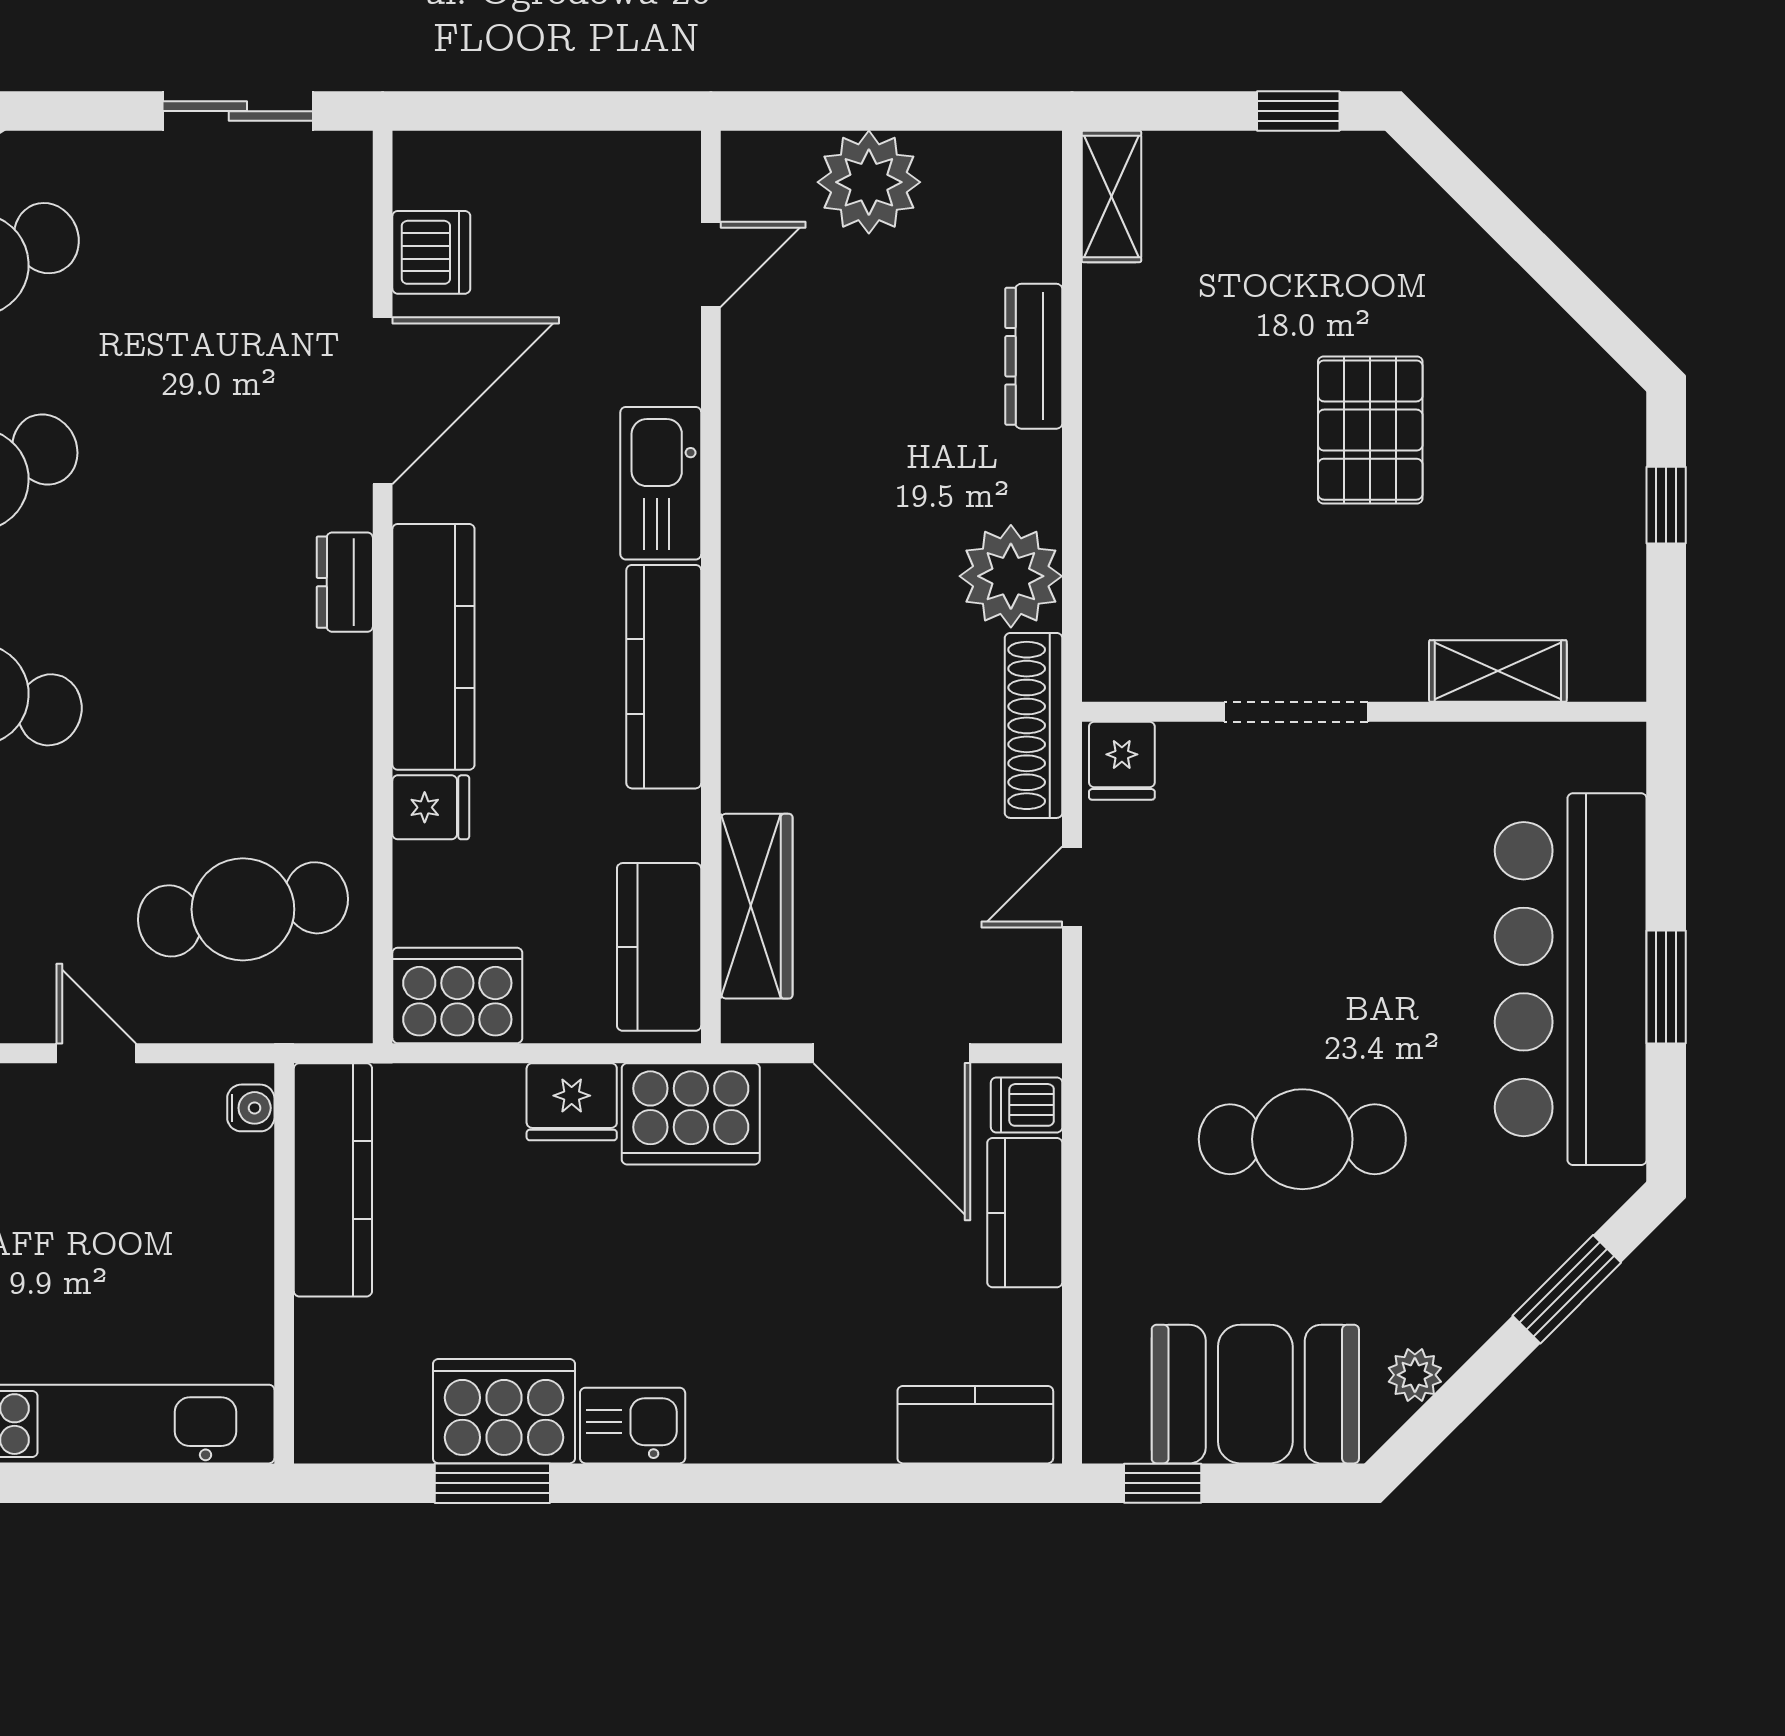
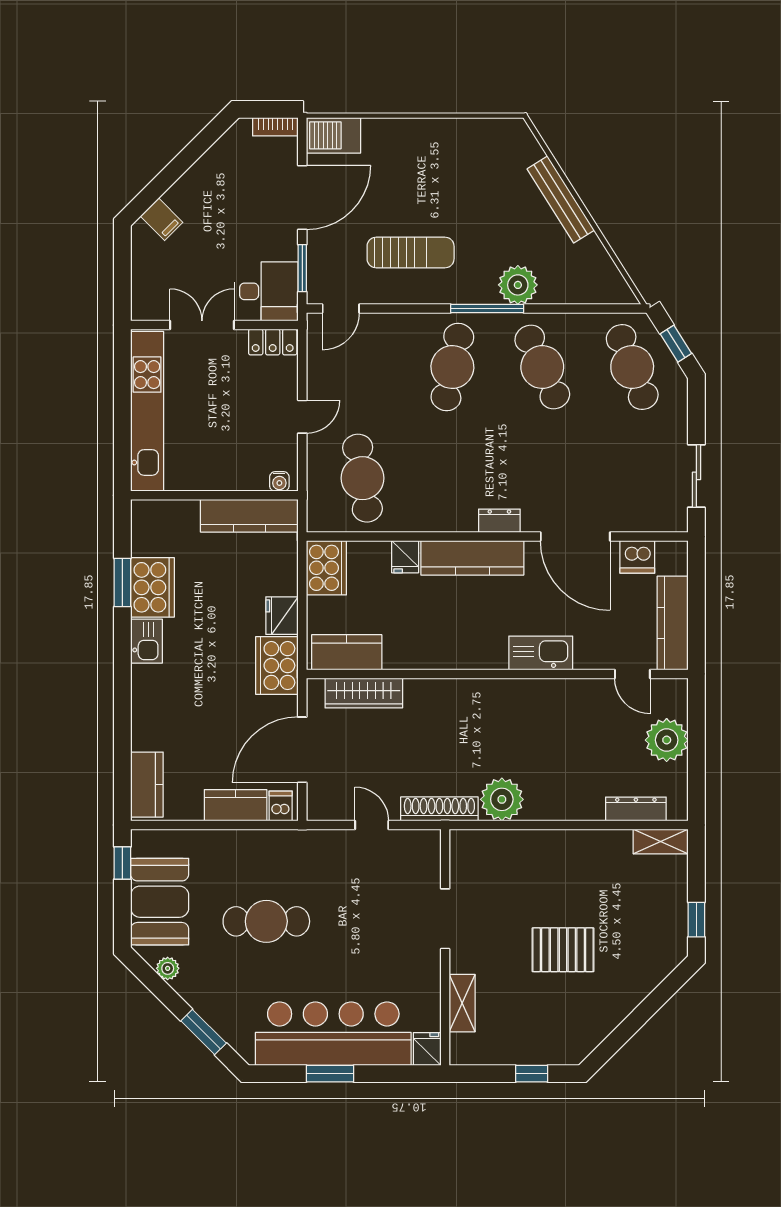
dresser: (1034, 356) -> (636, 809), moved
kitchen counter: (664, 677) -> (673, 623), moved, turned -90
fridge: (1122, 761) -> (427, 1049), moved, turned 90
cafe table: (1302, 1139) -> (266, 921), turned 90

